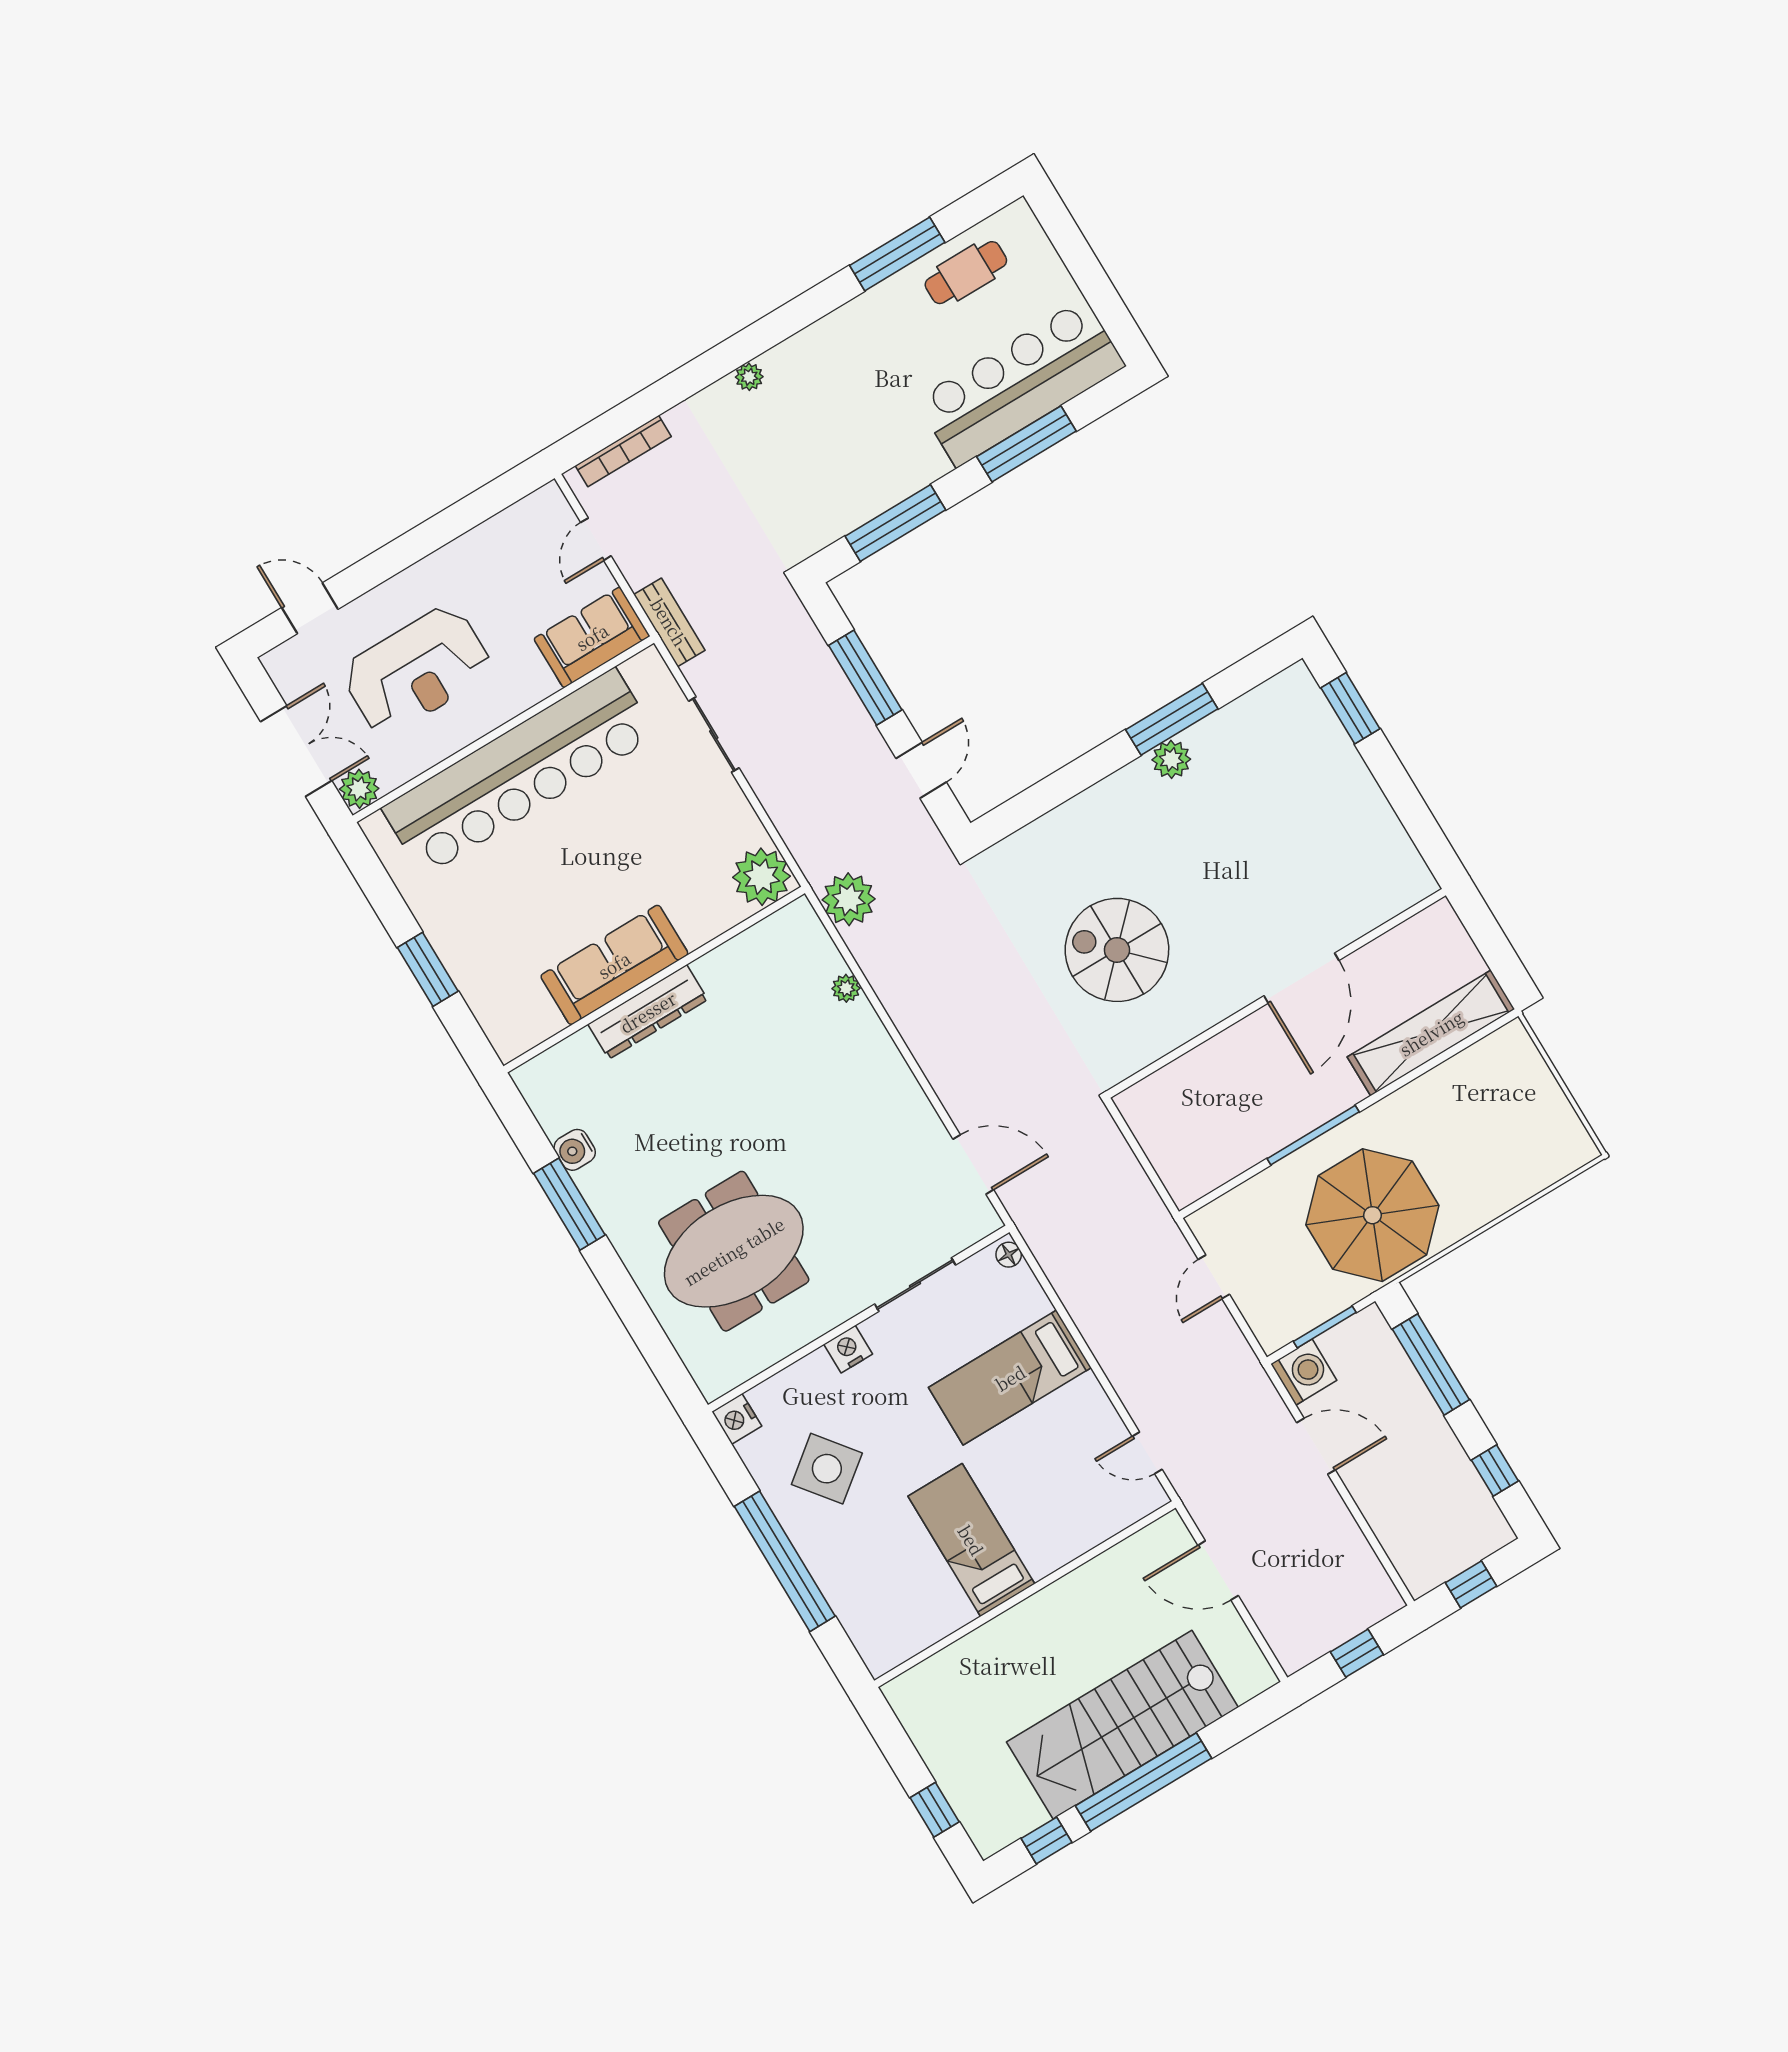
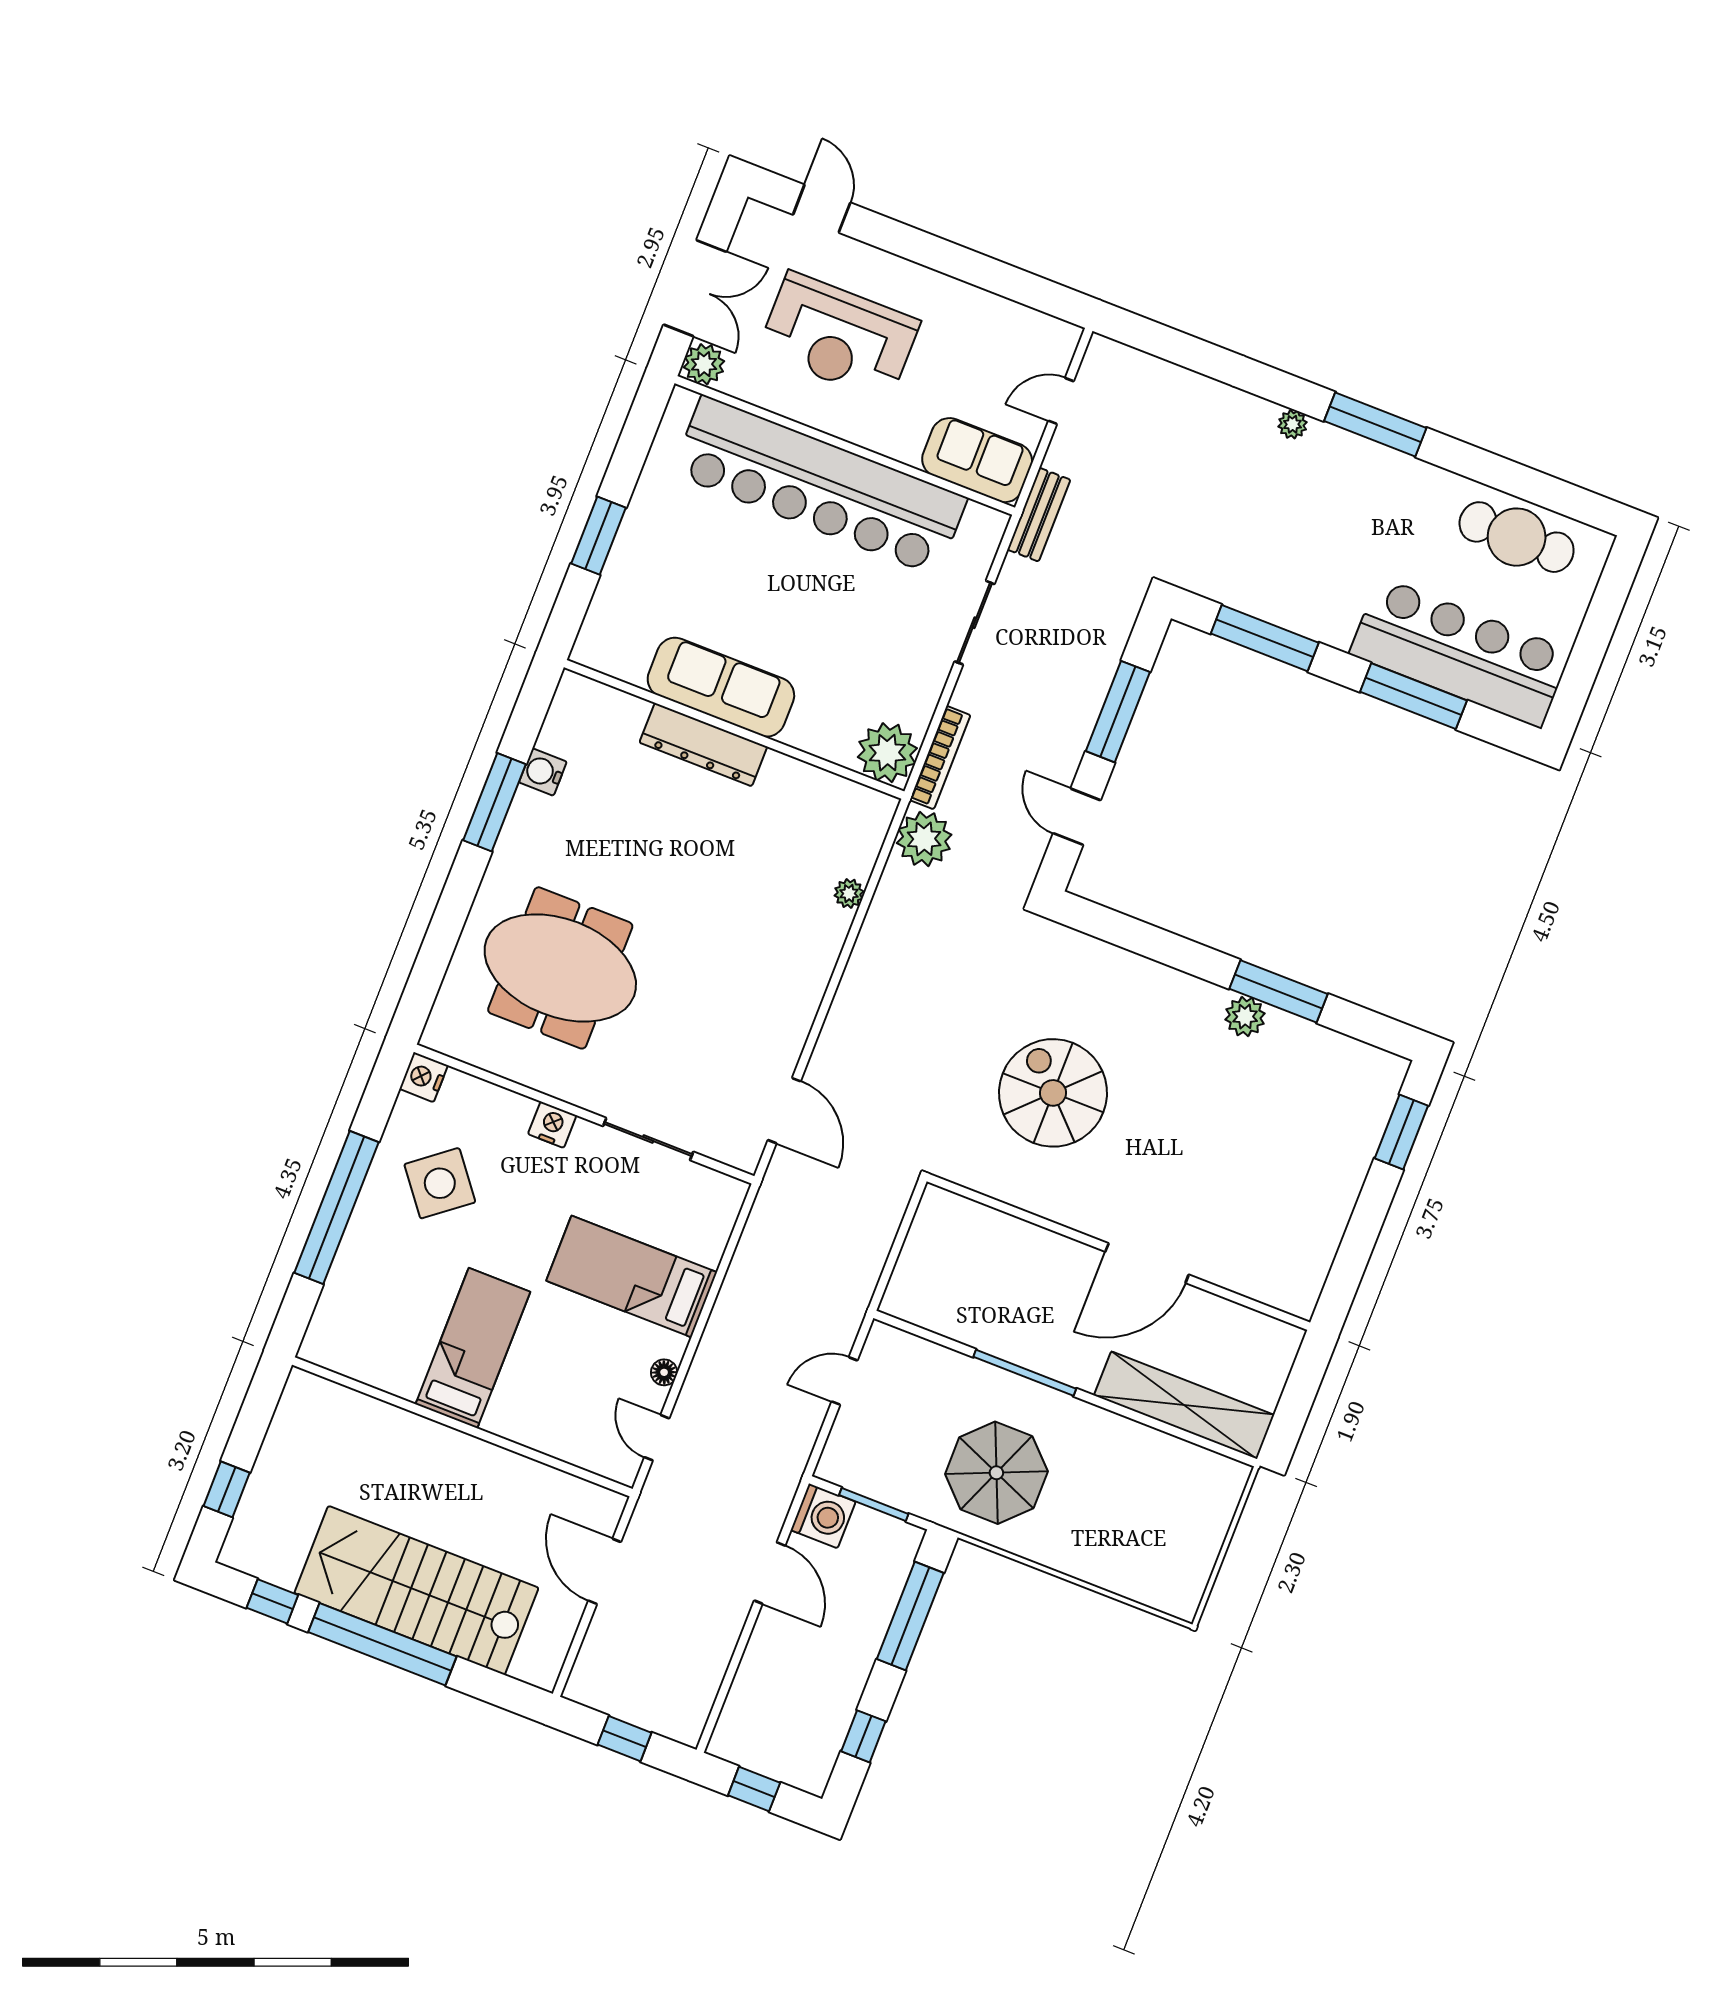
window: (897, 254) -> (1375, 424), moved
cafe table: (966, 273) -> (1517, 537), width x1.37, depth x1.35
bookcase: (623, 451) -> (940, 758), moved, turned -90
door: (921, 770) -> (1077, 817), swing flipped
parasol: (1372, 1215) -> (996, 1473), width x0.73, depth x0.73
floor lamp: (1009, 1255) -> (664, 1372), moved

